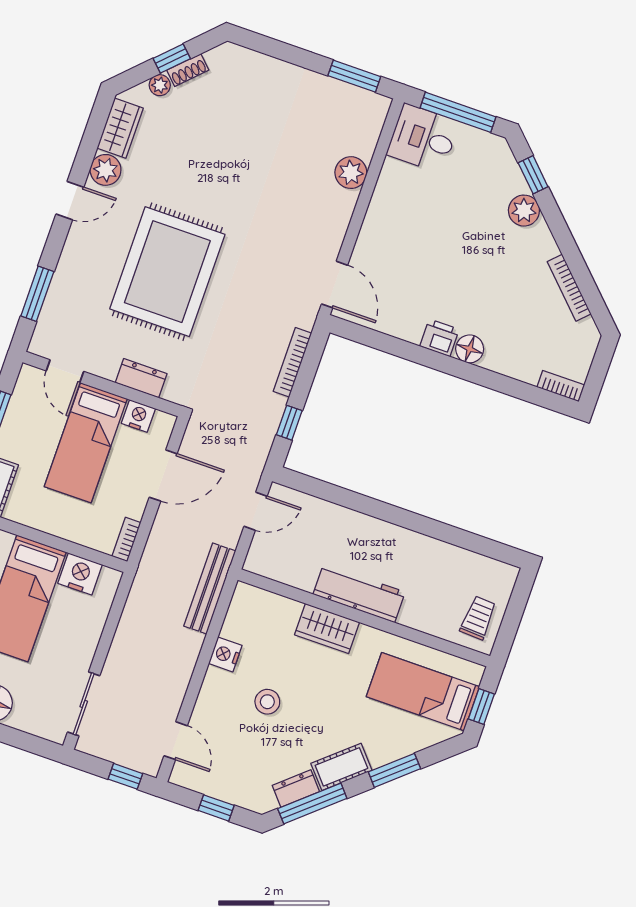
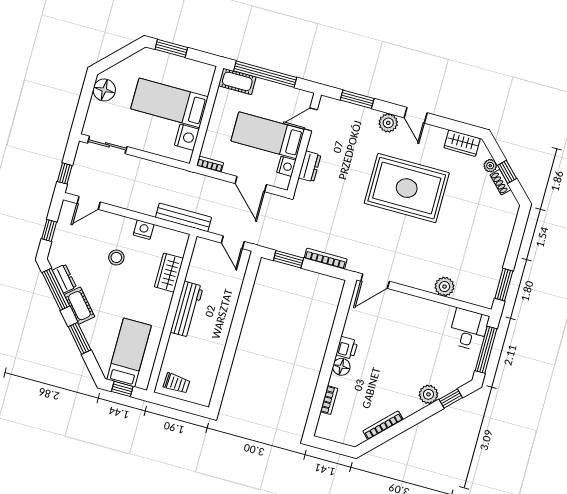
plant: (106, 170) -> (388, 123), moved
rug: (167, 272) -> (407, 188), moved
bookcase: (561, 386) -> (329, 400), moved
window: (289, 423) -> (288, 259), width x1.50
wardrobe: (327, 628) -> (169, 273), moved

